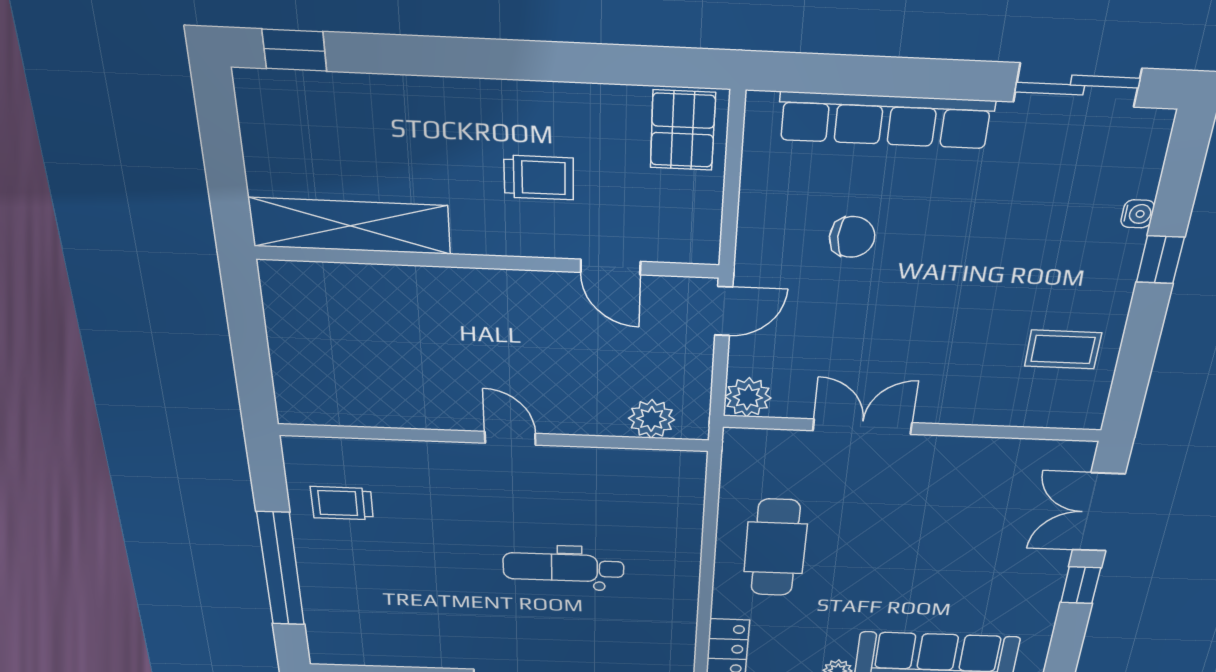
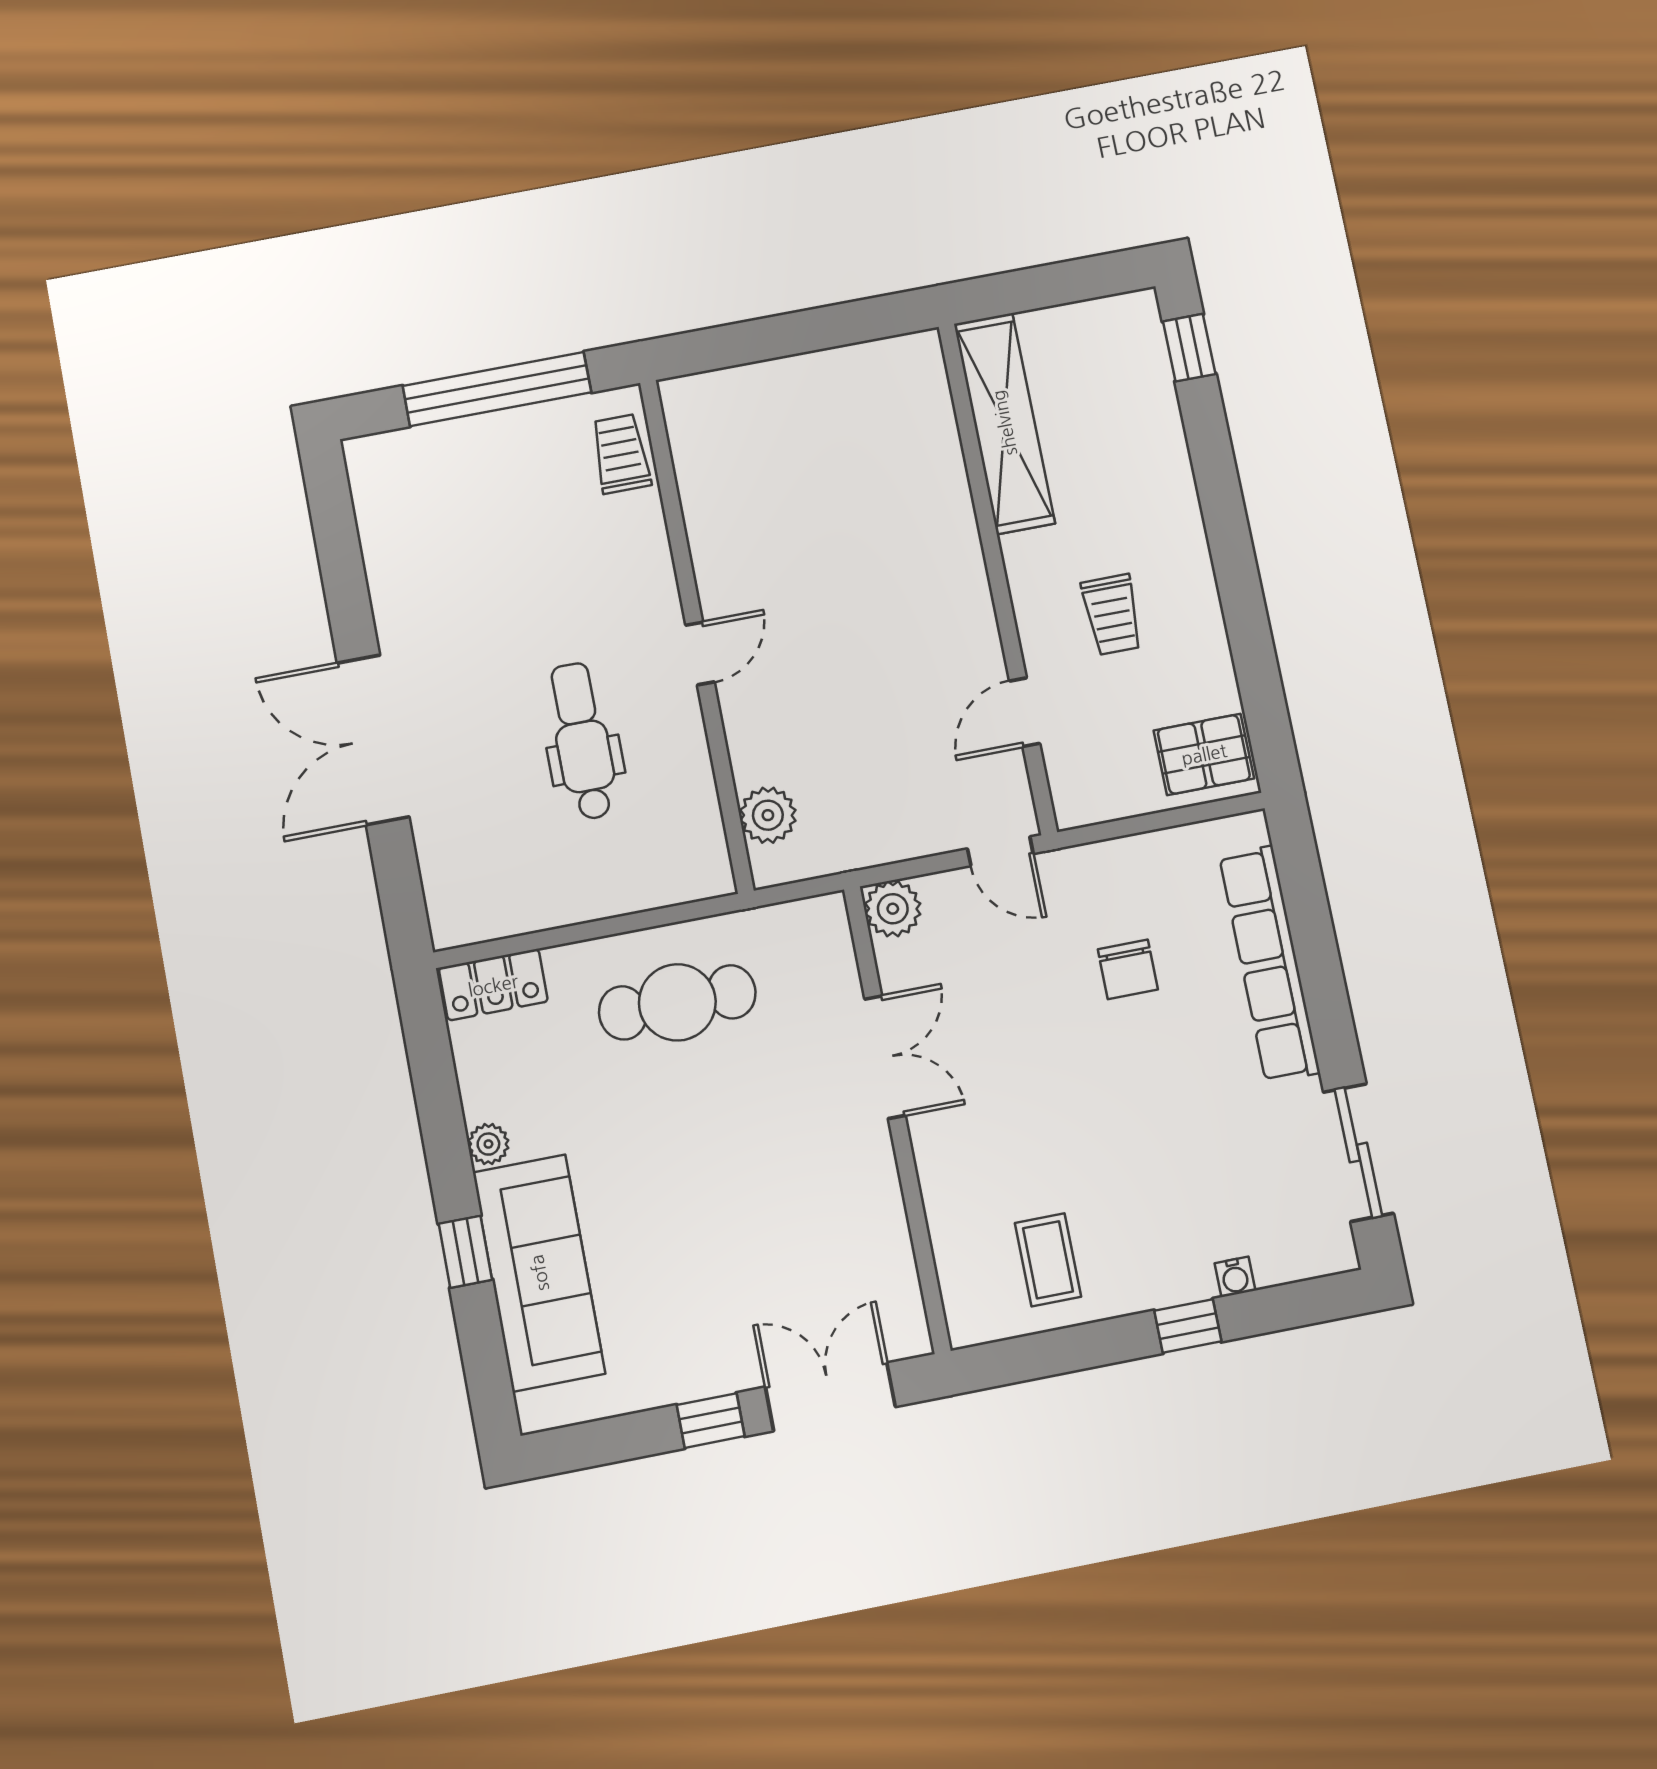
plant: (652, 419) -> (768, 815), moved
wall: (494, 438) -> (696, 635), moved
door: (510, 438) -> (700, 653), moved

